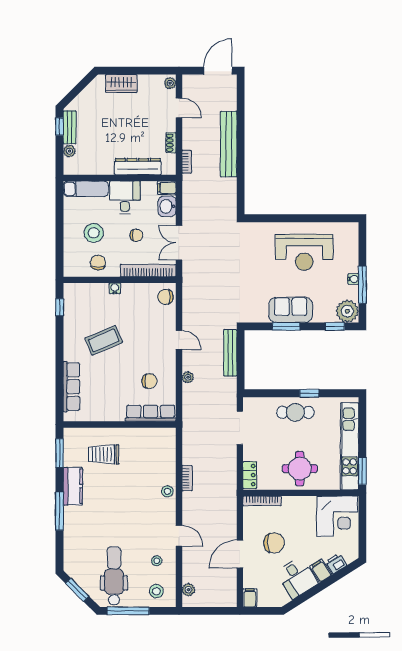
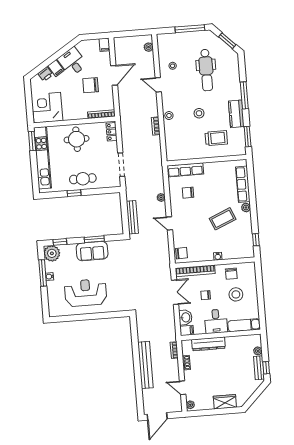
plant: (70, 354) -> (246, 207), added
dental chair: (114, 576) -> (206, 70), moved
stool: (156, 591) -> (199, 113), moved

